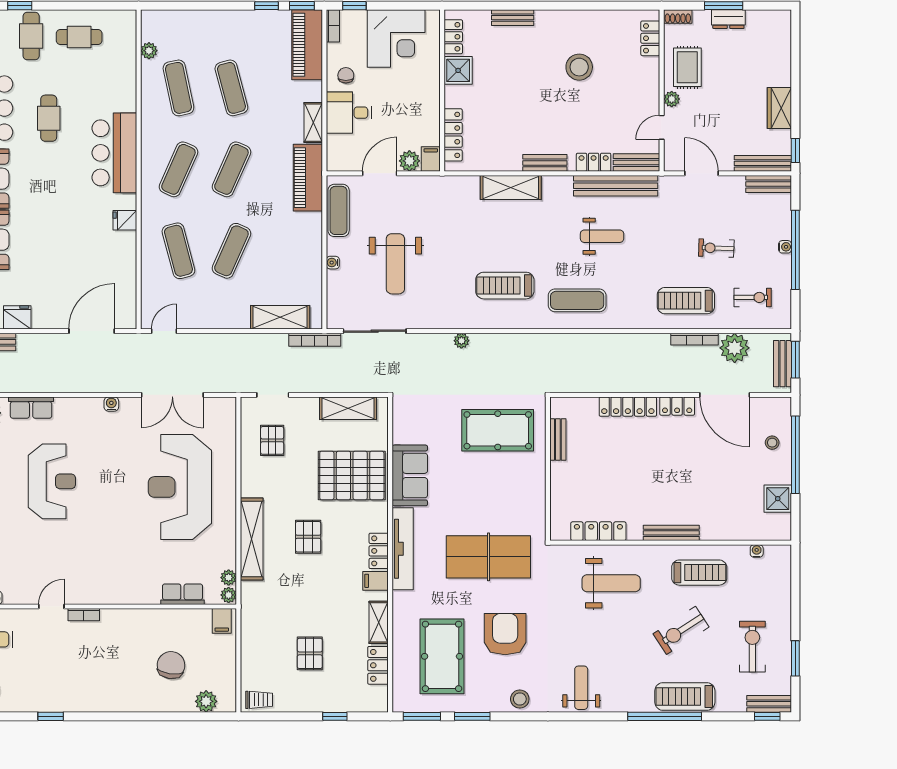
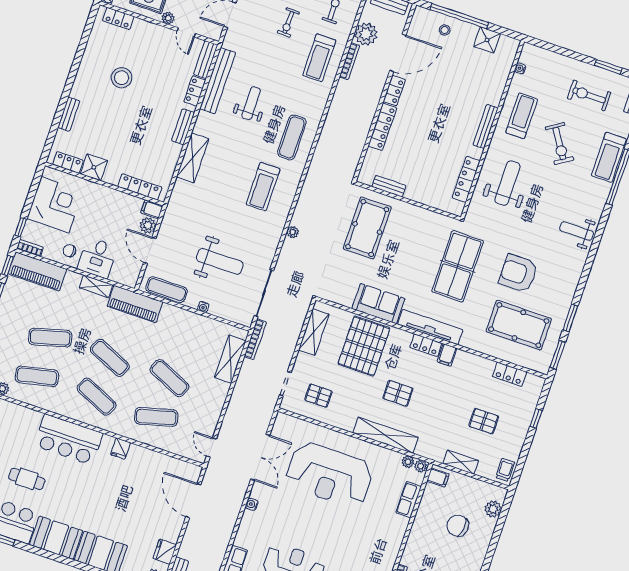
shelving: (379, 622) -> (461, 462), moved
stool: (520, 699) -> (569, 279), removed

